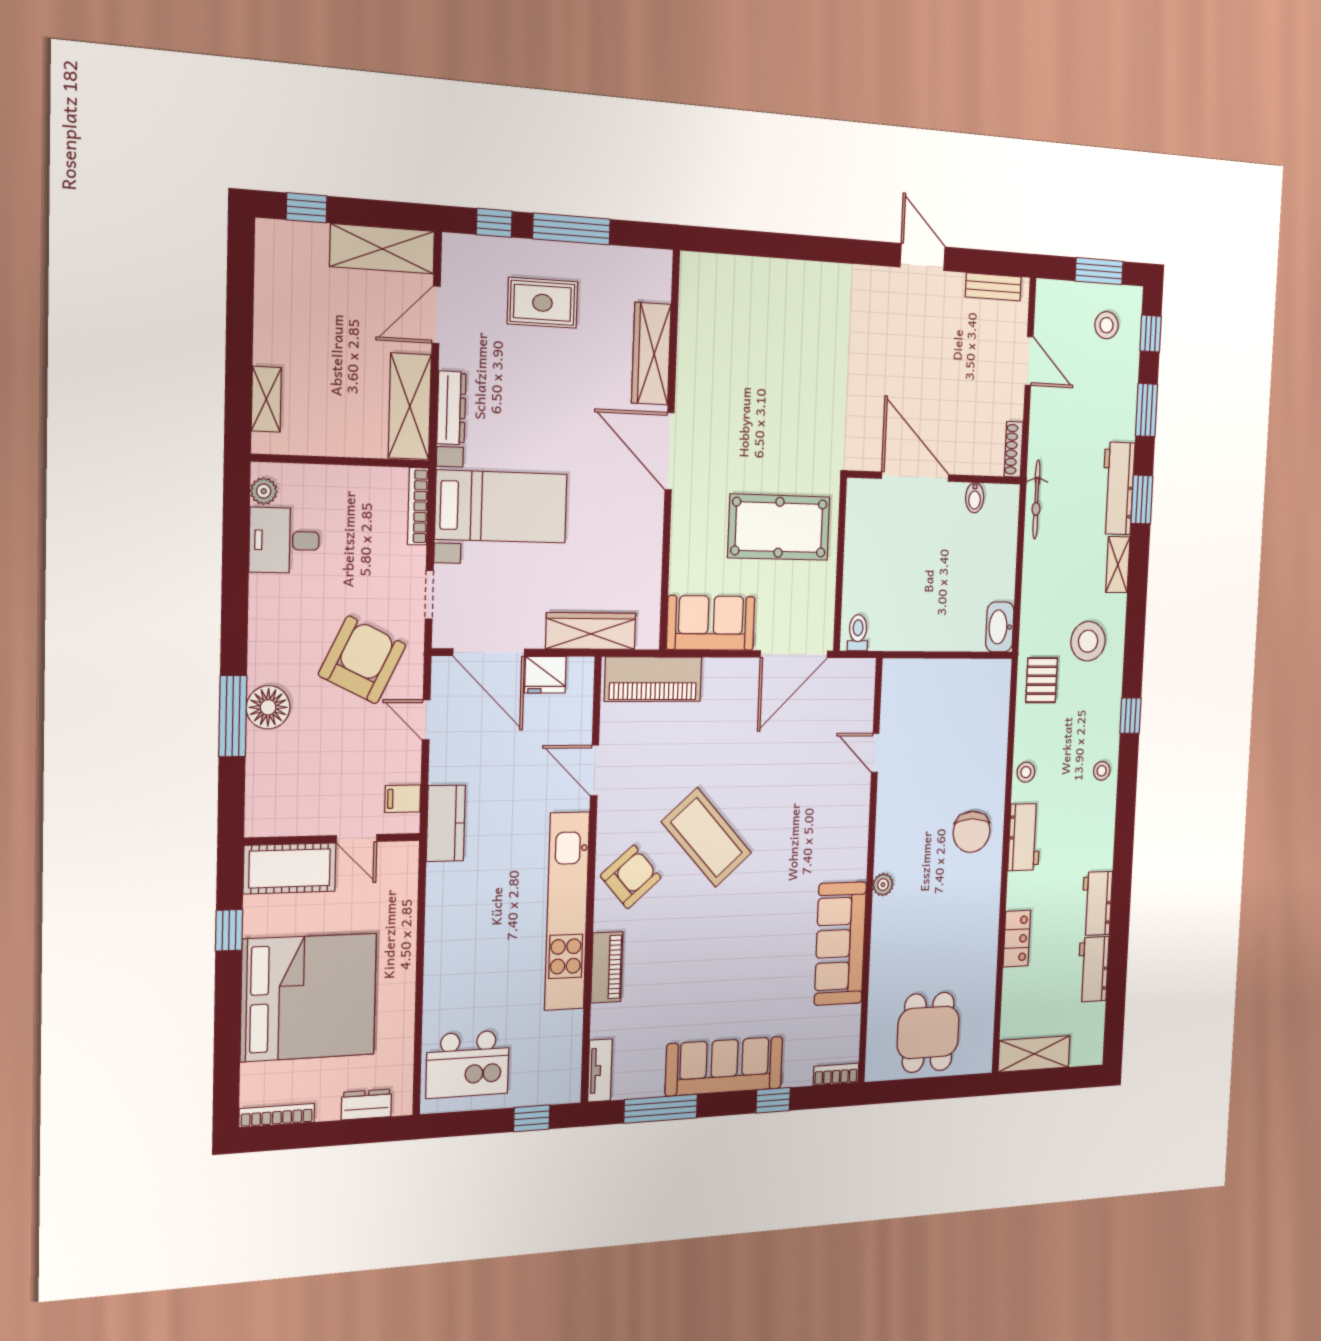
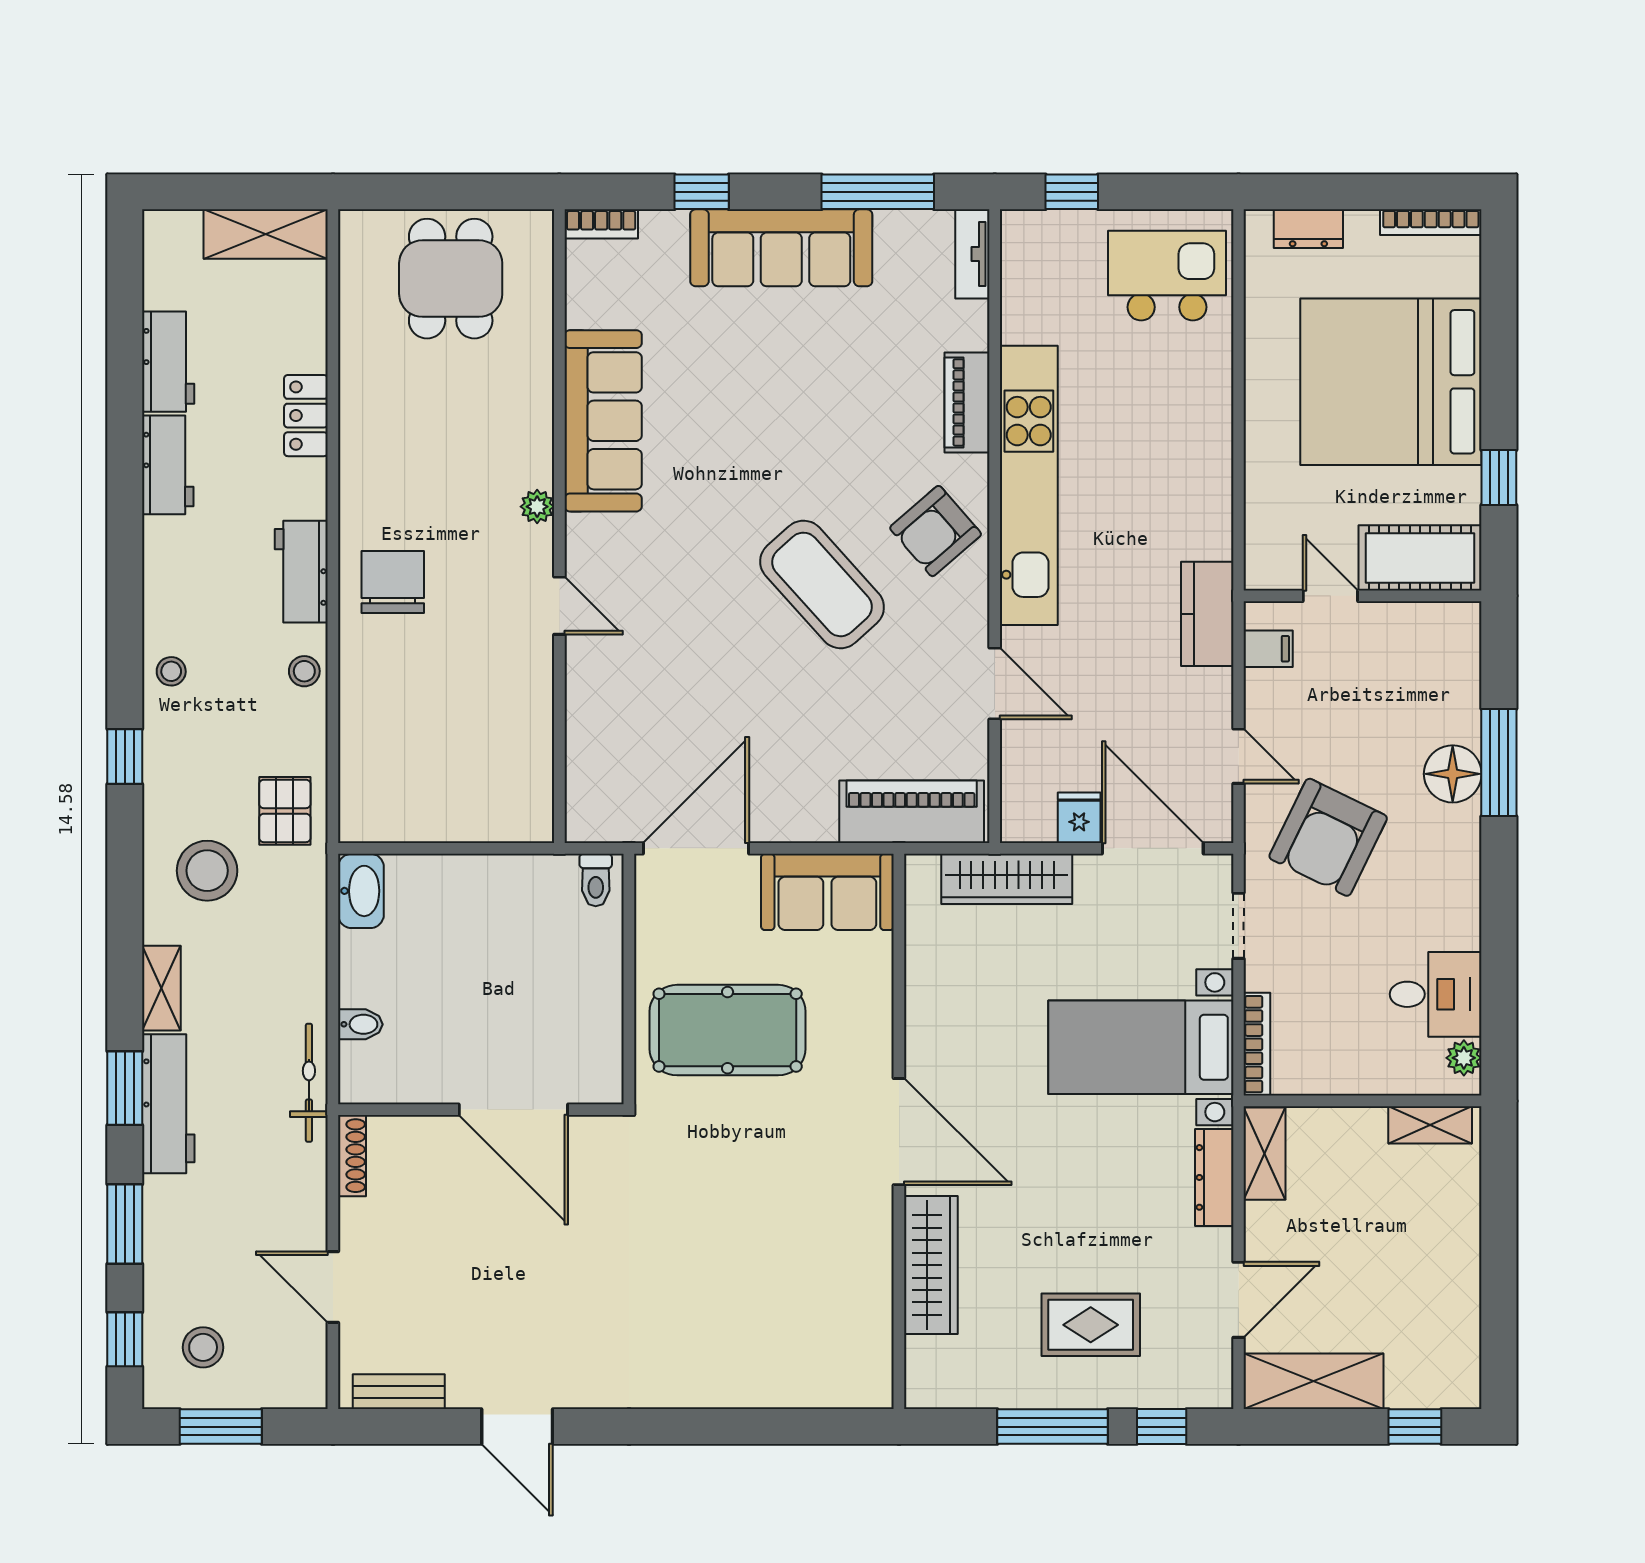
shelving: (266, 399) -> (1430, 1125), moved, turned 90
shelving: (410, 406) -> (1265, 1154), width x0.67, depth x0.75
bidet: (975, 498) -> (360, 1024), moved, turned 90
fridge: (545, 675) -> (1079, 818), width x0.72
door: (875, 753) -> (559, 606), moved

